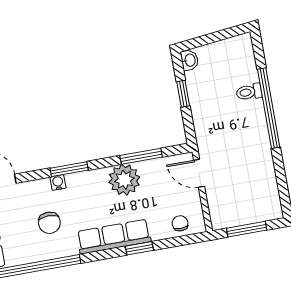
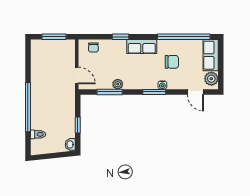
toilet: (249, 92) -> (38, 134), moved
plant: (124, 180) -> (118, 84), width x0.53, depth x0.53
chair: (49, 223) -> (172, 62), turned 90
row of seats: (114, 237) -> (142, 47), width x0.68

